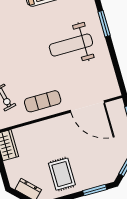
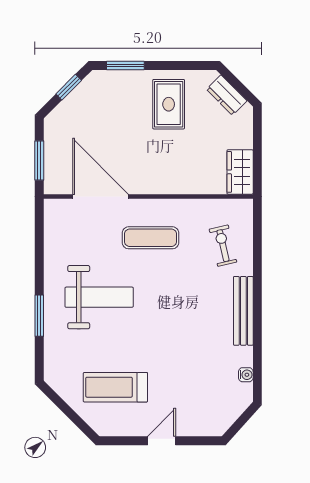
exercise mat: (43, 101) -> (151, 238), moved

